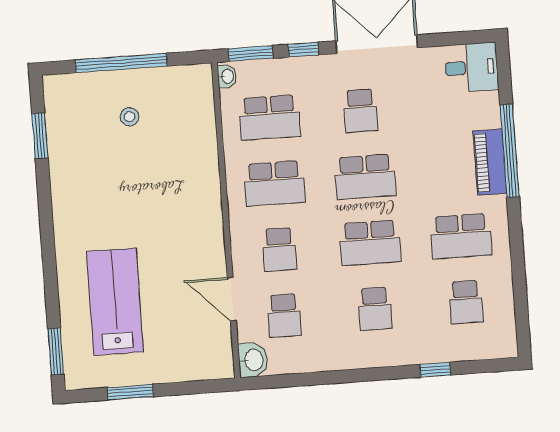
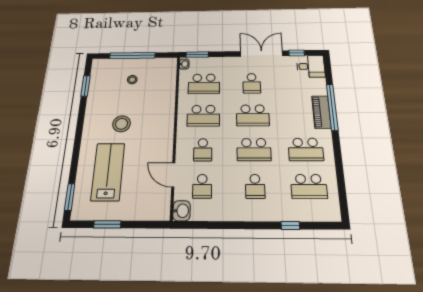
window: (303, 50) -> (297, 53), moved
stool: (124, 210) -> (122, 124), added
school desk: (466, 302) -> (309, 186), width x1.85

